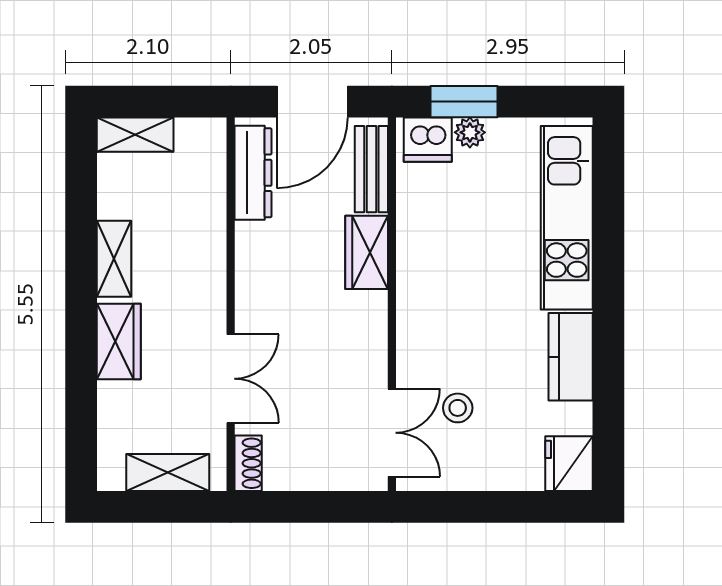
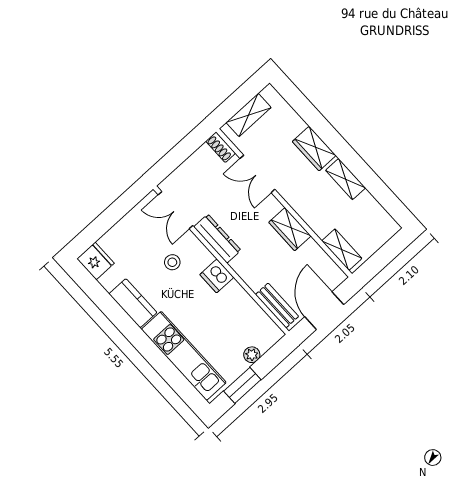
window: (464, 102) -> (242, 385), moved
shelving: (135, 135) -> (342, 250), moved, turned 90
dishwasher: (428, 140) -> (217, 276), moved, turned -90
dresser: (253, 173) -> (217, 239), moved, turned 180
wardrobe: (367, 252) -> (290, 229), moved, turned 180
stool: (458, 408) -> (172, 262), moved

